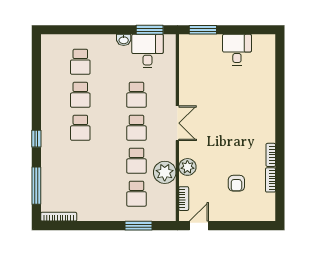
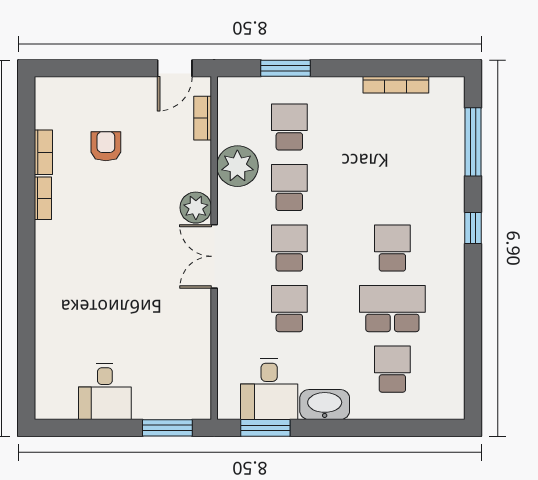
washbasin: (124, 40) -> (325, 405), width x1.91, depth x1.45
school desk: (80, 95) -> (392, 309), width x1.85
plant: (187, 167) -> (196, 208), moved
bookcase: (59, 217) -> (396, 85), moved

